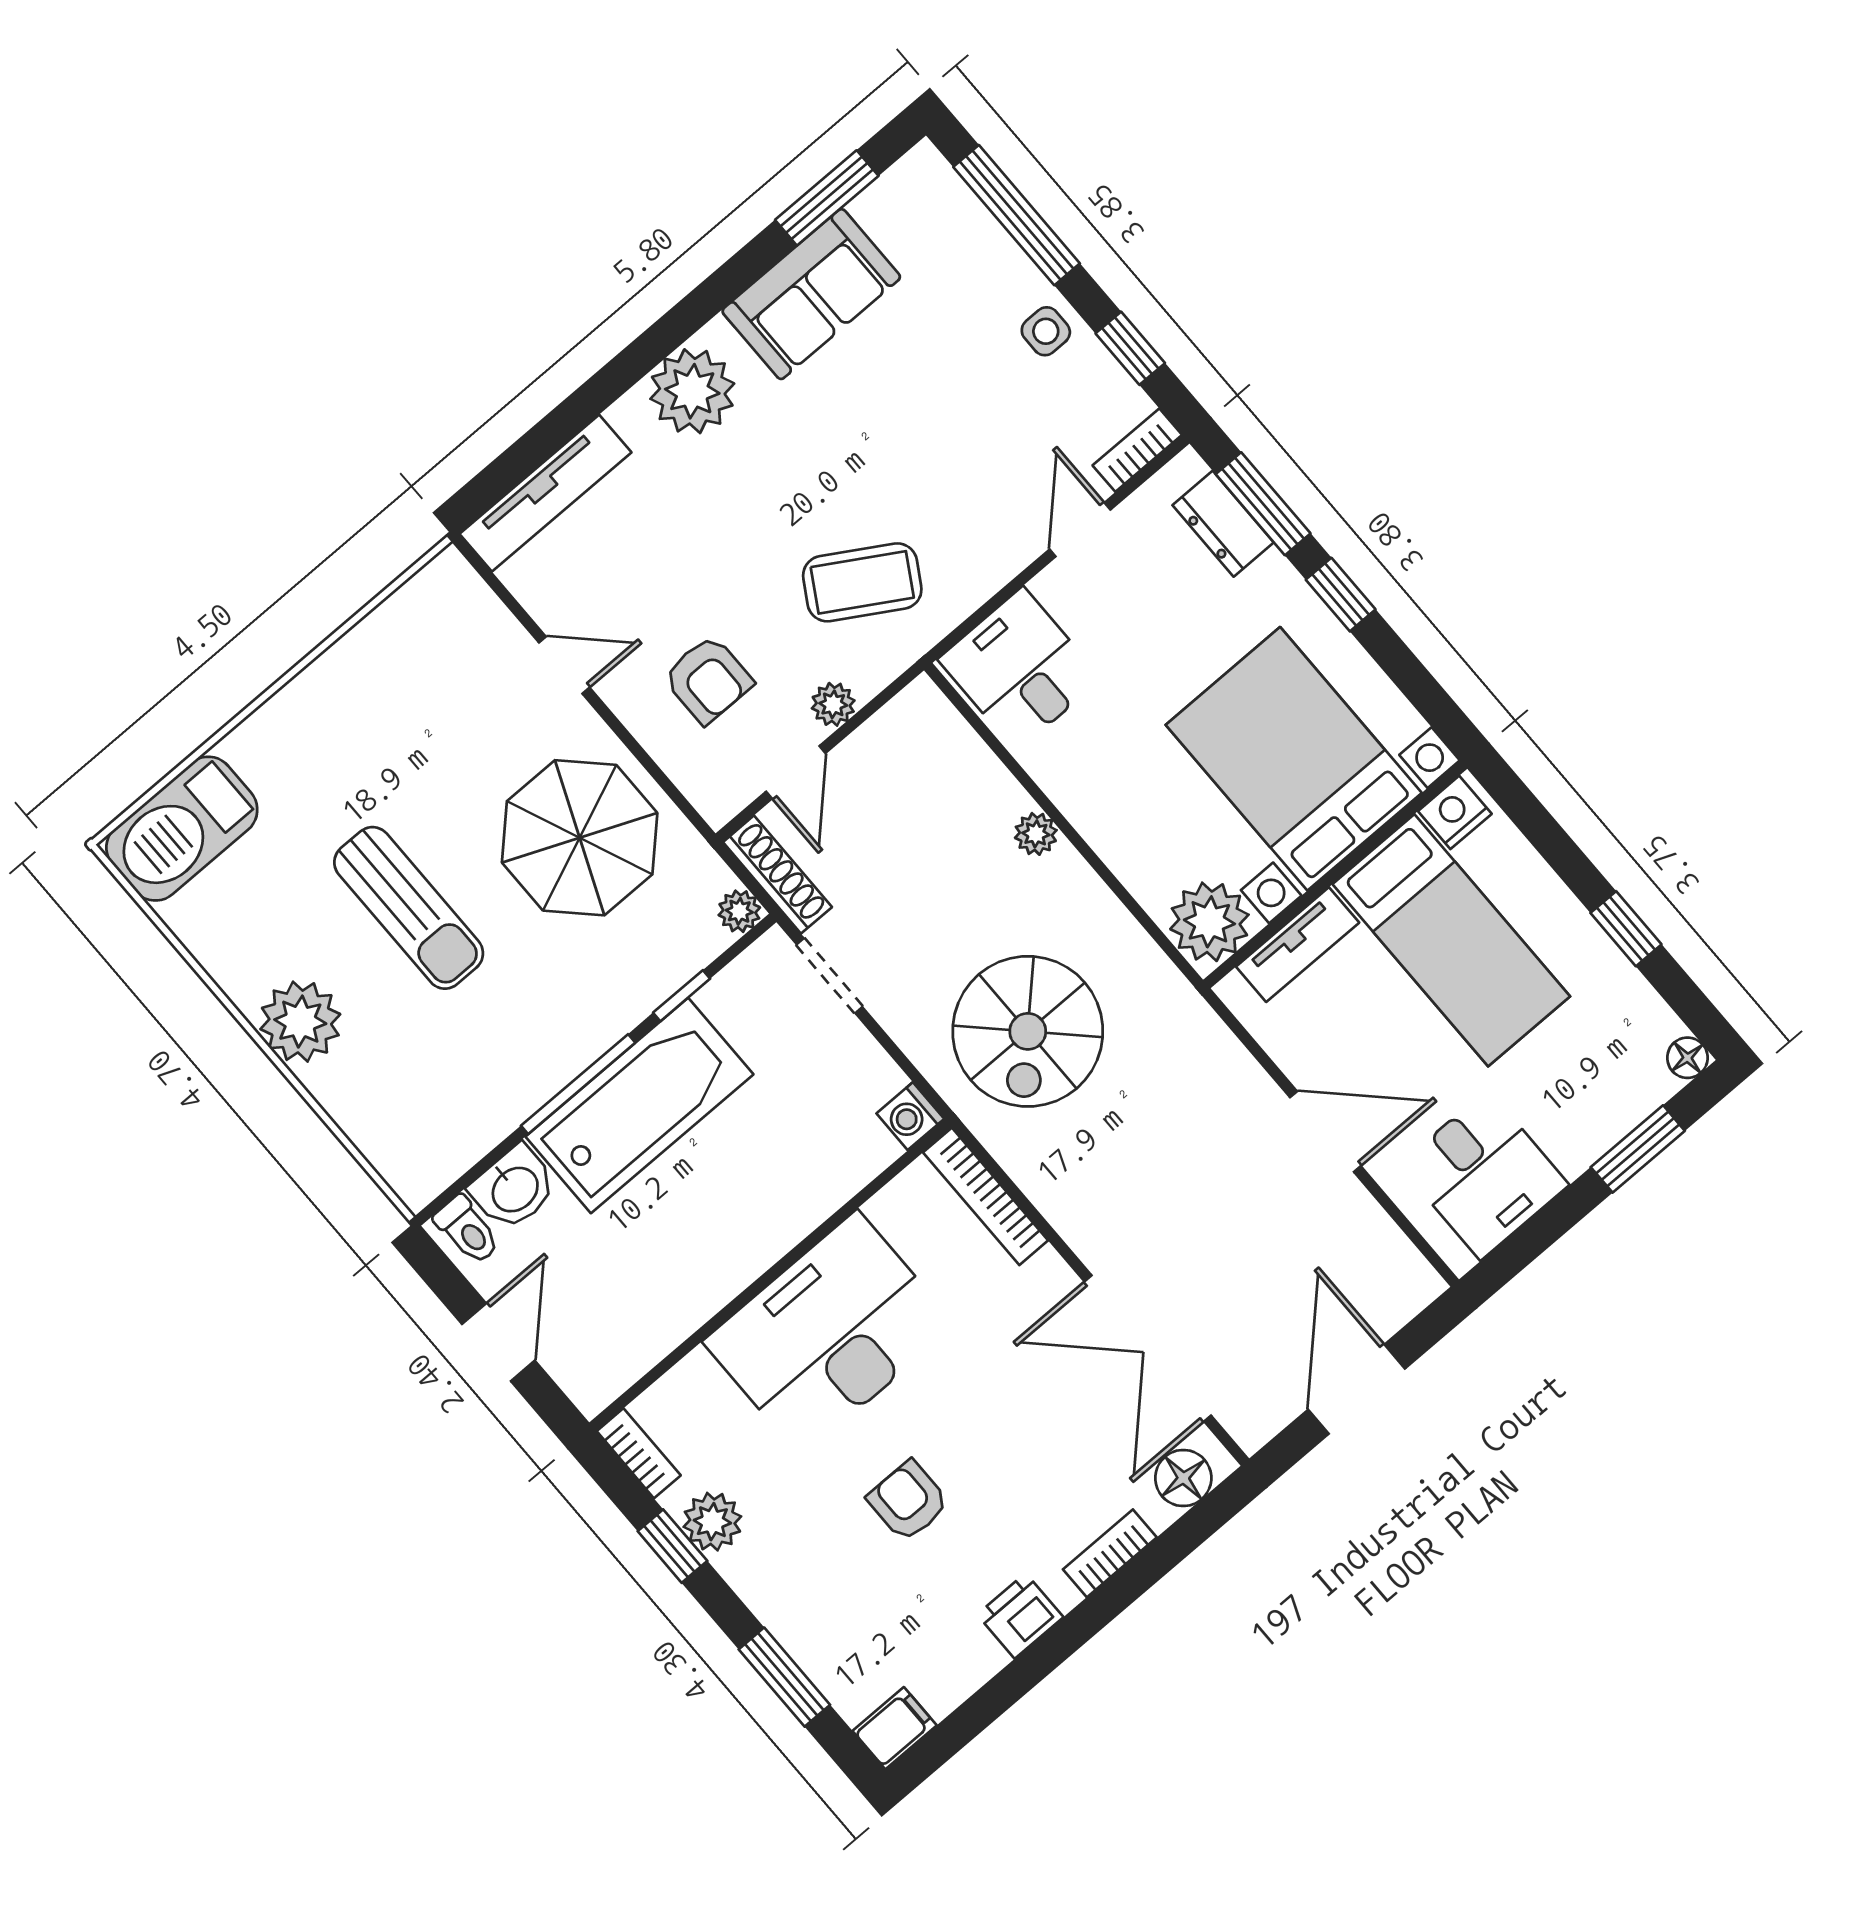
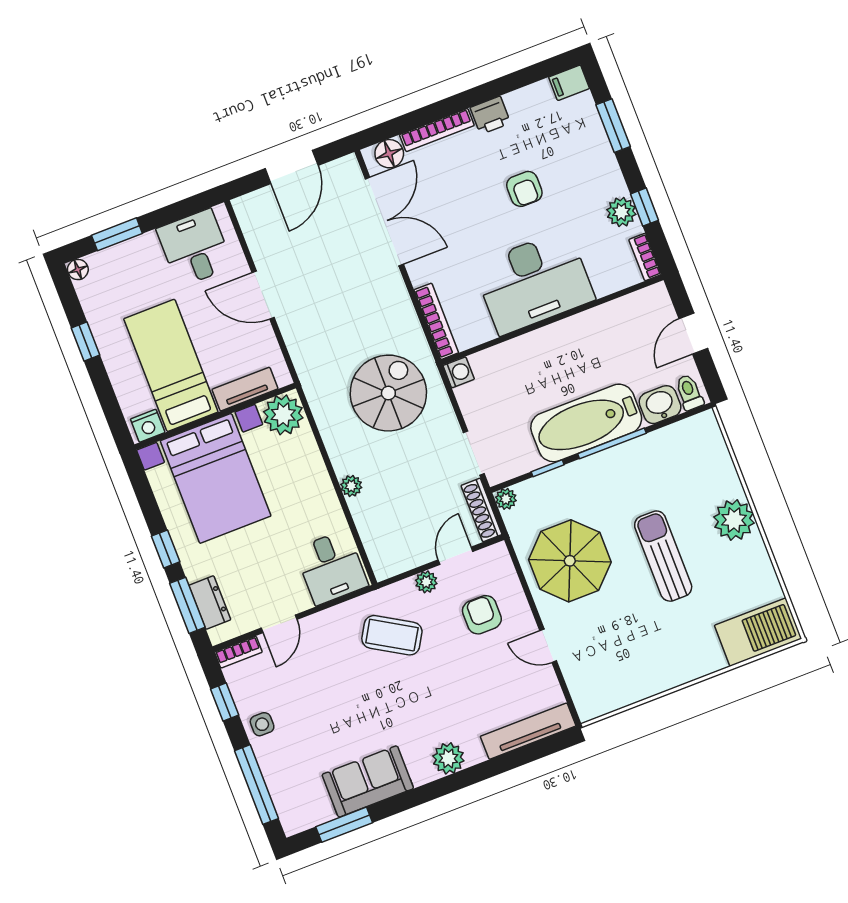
plant: (692, 391) -> (448, 758), width x0.73, depth x0.73
bookcase: (1110, 1553) -> (437, 130), width x1.56

